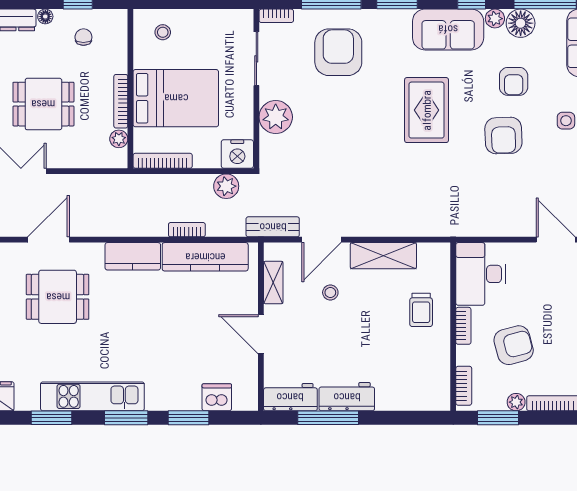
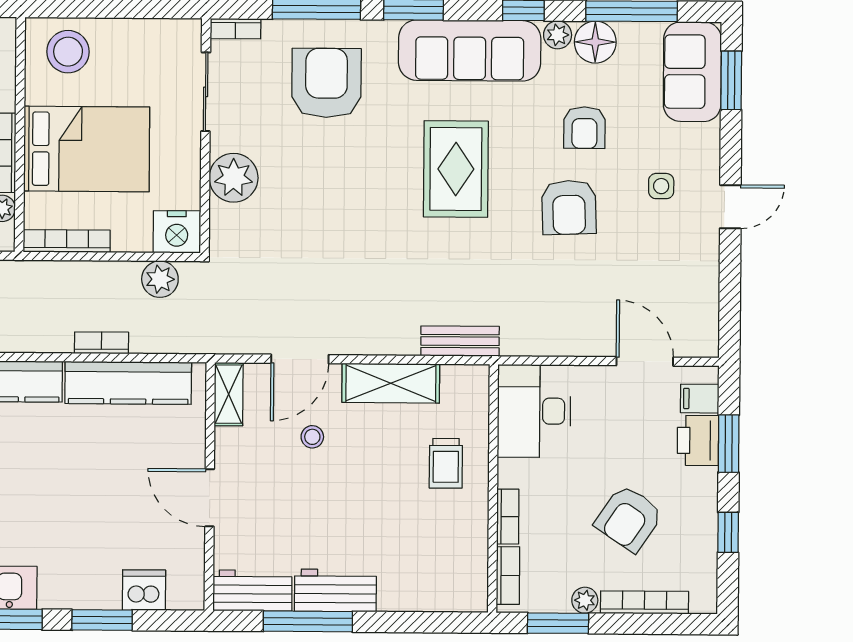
sofa: (448, 29) -> (470, 50), width x1.36
stool: (163, 32) -> (68, 52), width x1.89, depth x1.89
bench: (273, 227) -> (460, 341), moved
shelving: (273, 282) -> (229, 394), moved
bookcase: (463, 326) -> (508, 517), moved
armchair: (514, 345) -> (629, 518), moved, turned 139

